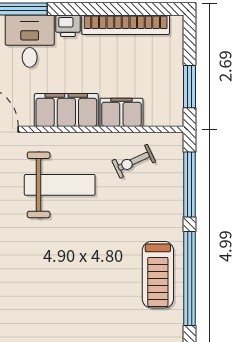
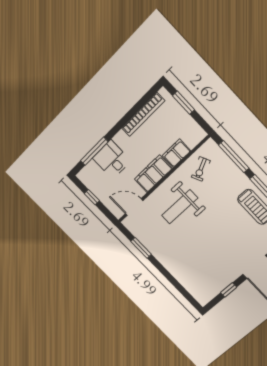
printer: (68, 26) -> (121, 138), removed
window: (190, 87) -> (183, 103), moved
weight bench: (60, 185) -> (180, 207), turned 180

